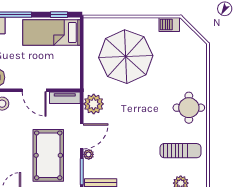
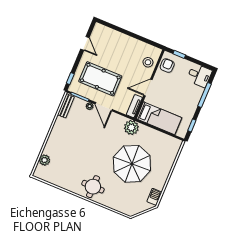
bed: (51, 32) -> (159, 118), moved, turned 90
parasol: (126, 57) -> (132, 164), moved
plant: (94, 104) -> (131, 127), moved
sun lounger: (180, 151) -> (66, 169), removed

